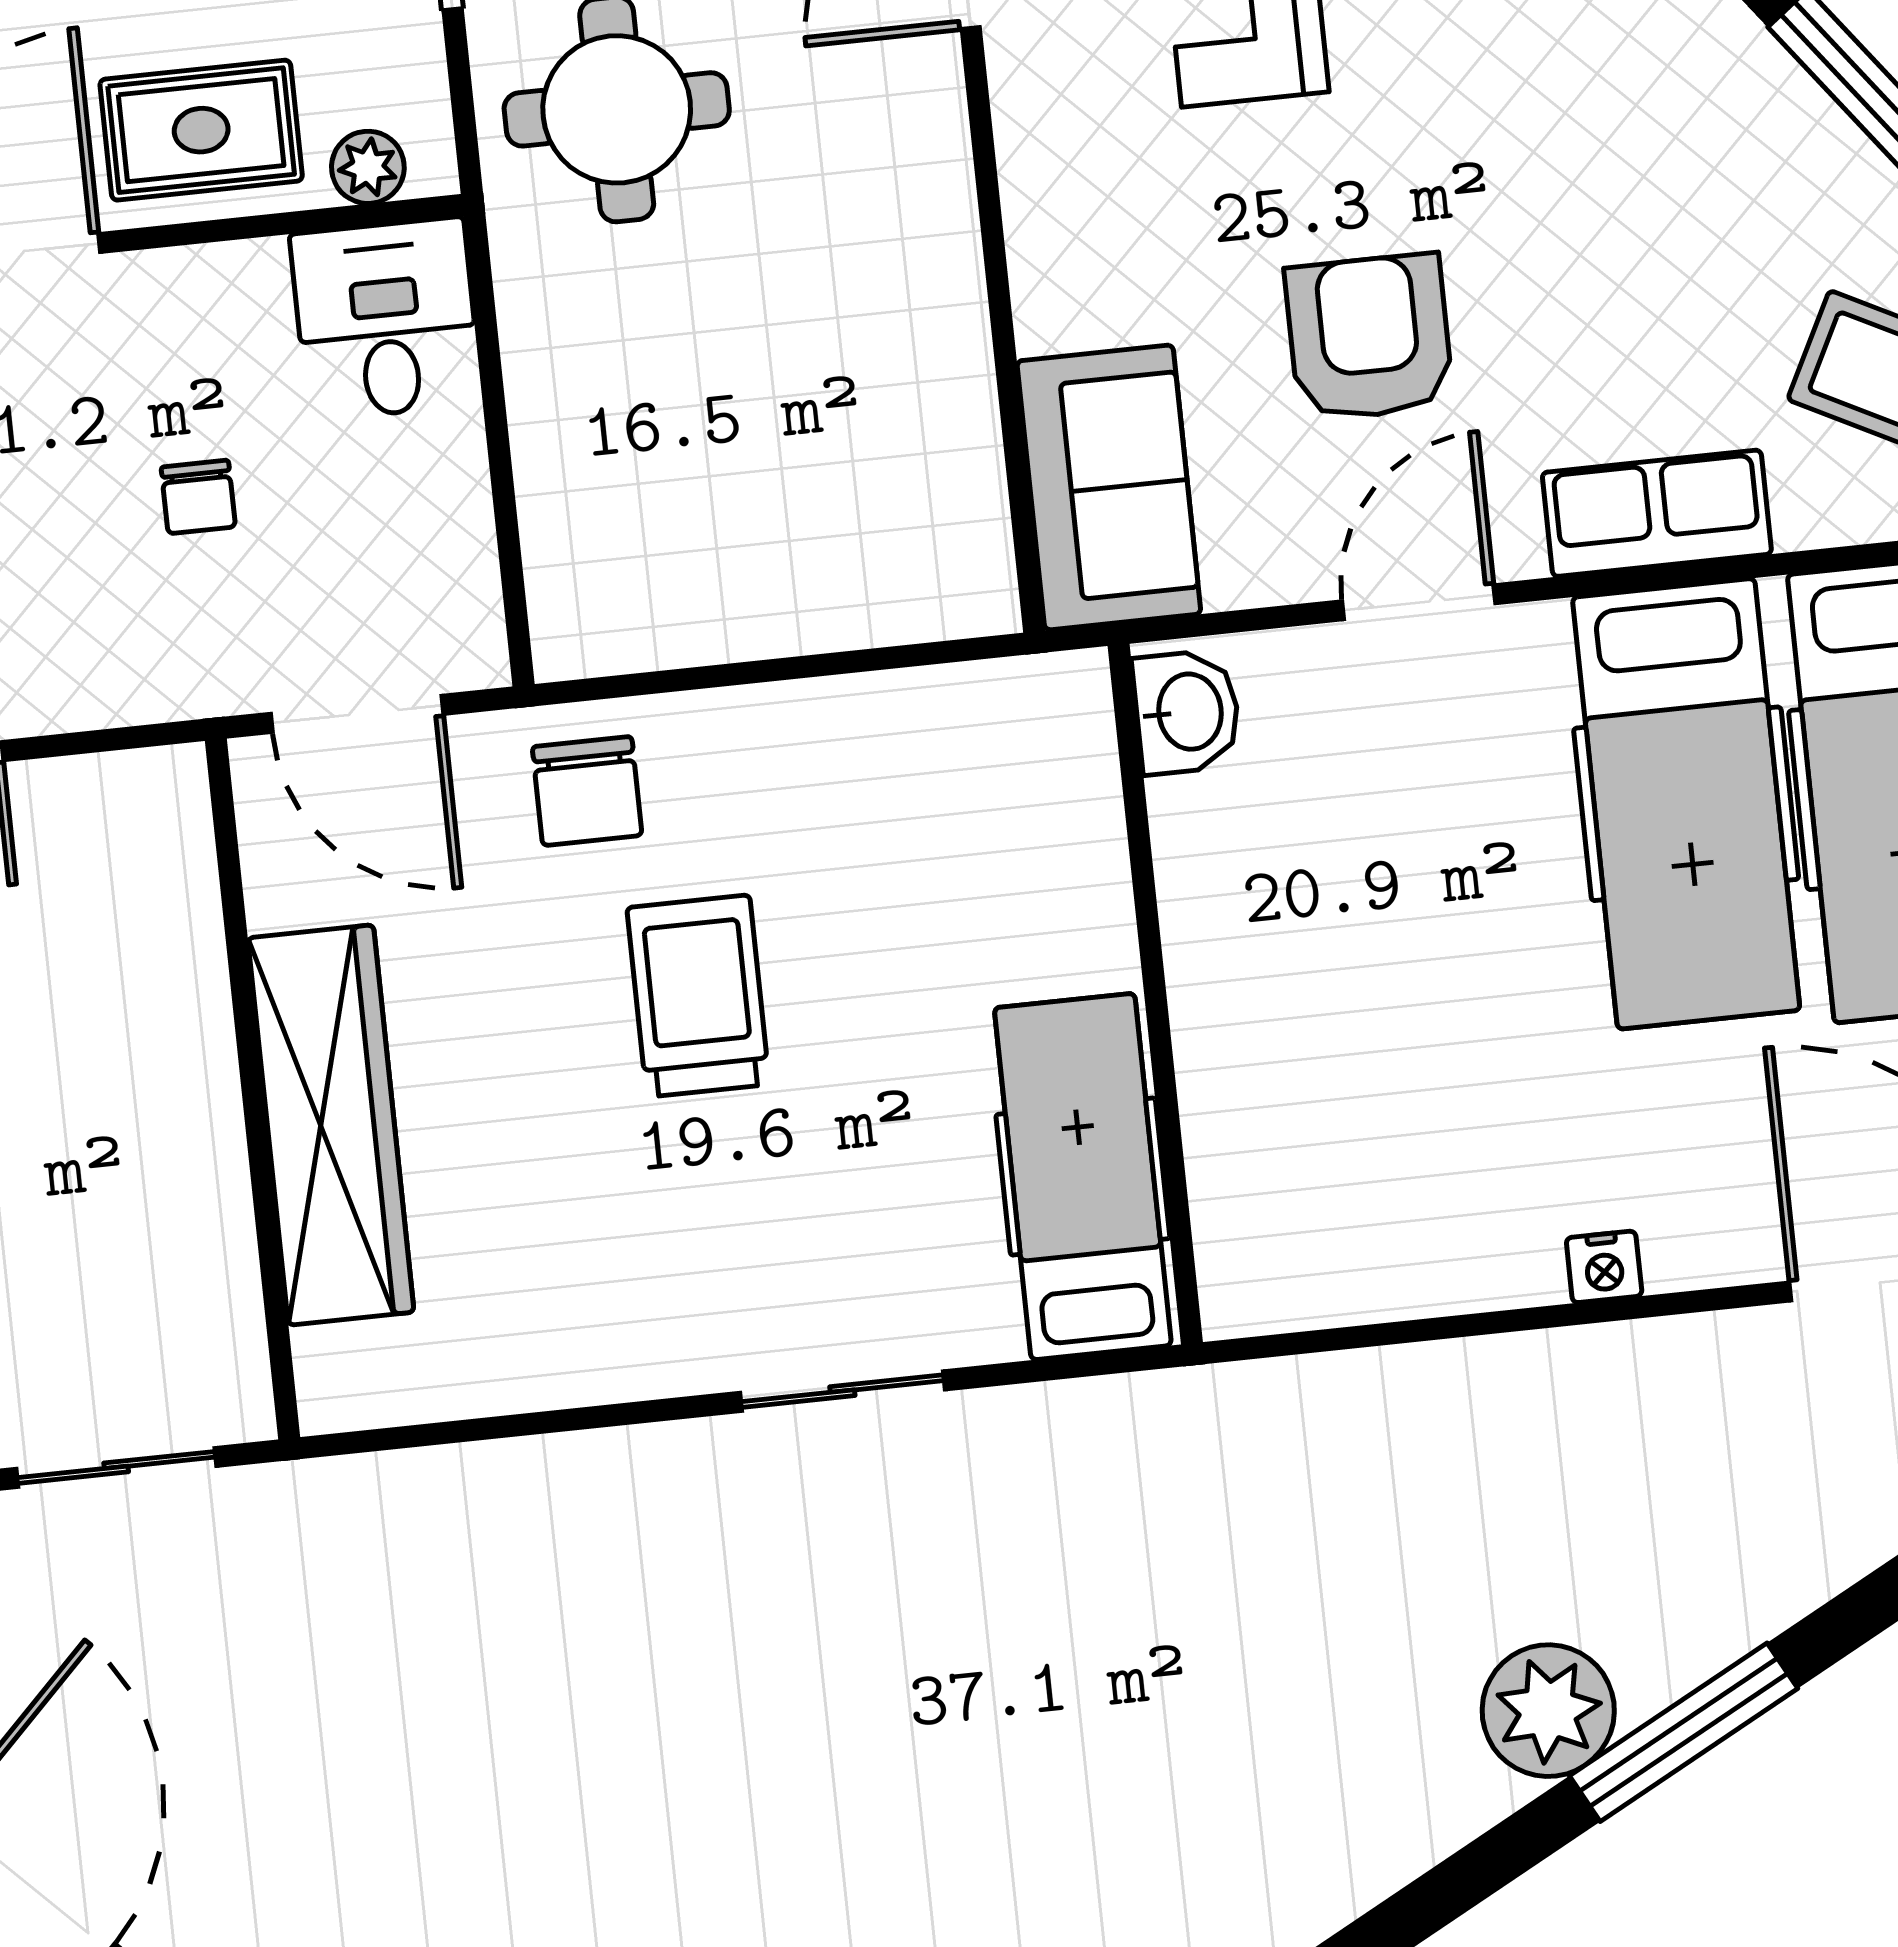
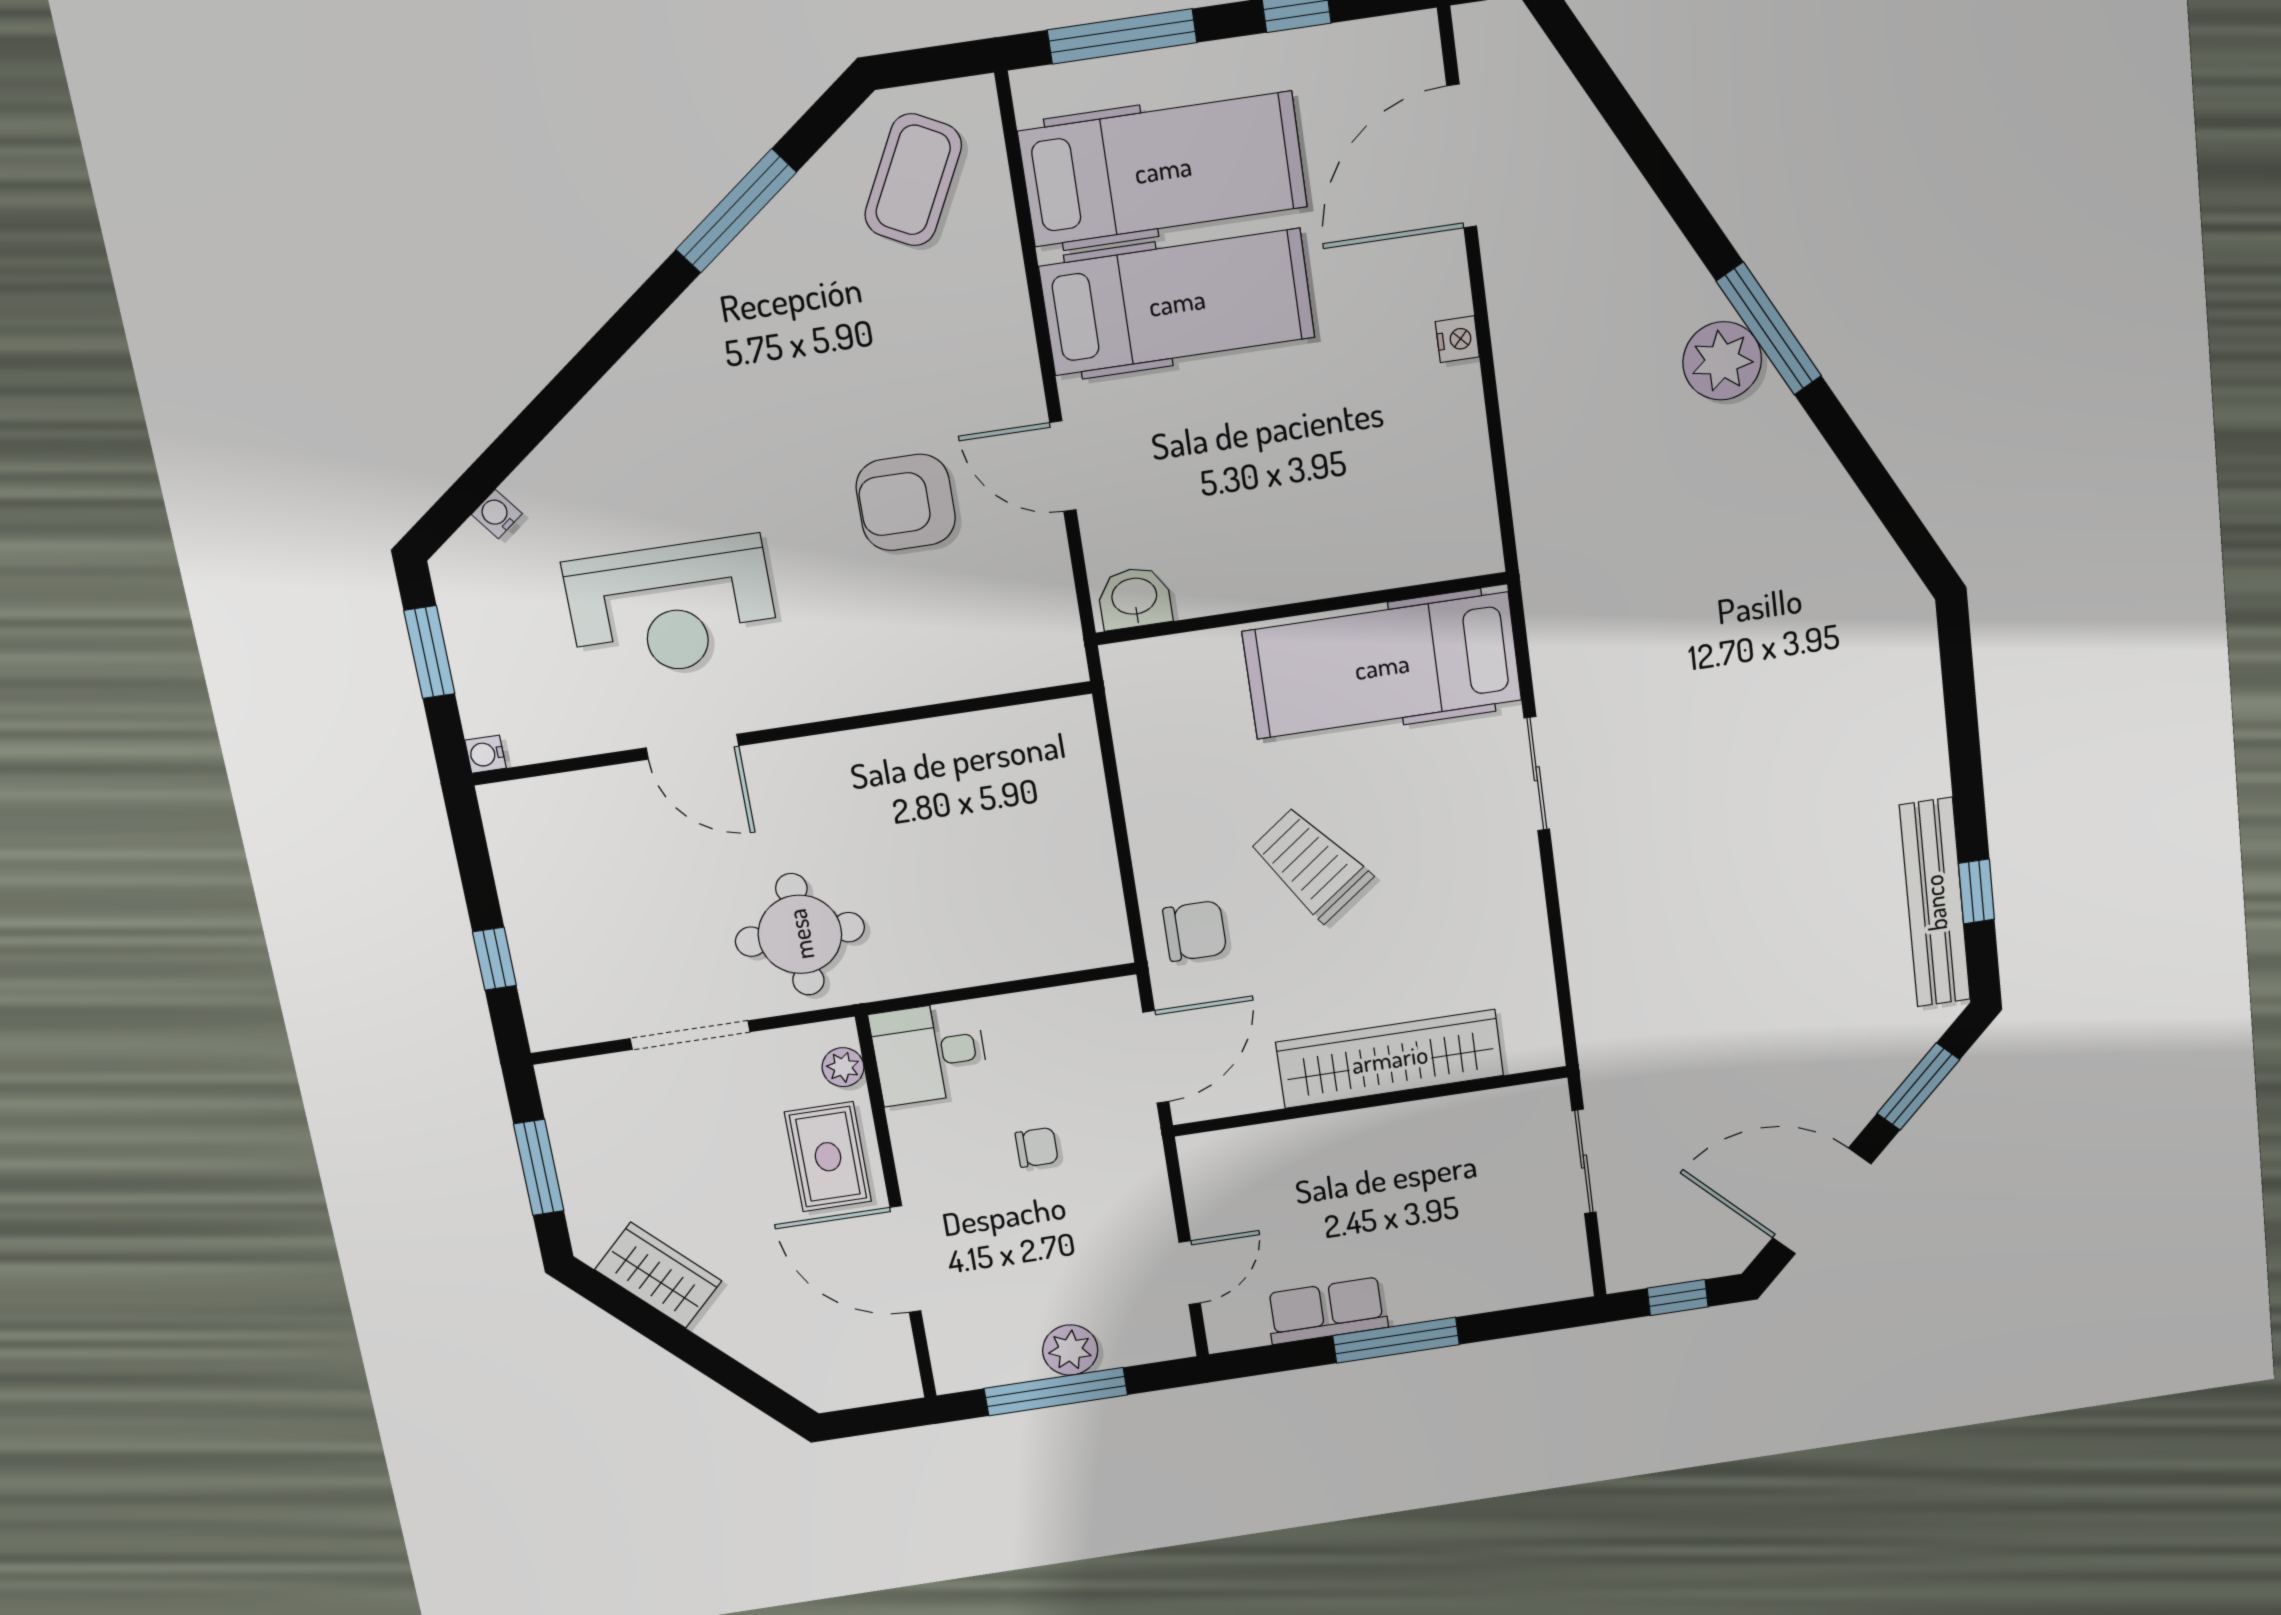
sofa: (1109, 487) -> (1004, 649), removed
row of seats: (1657, 513) -> (1002, 327), removed
trolley: (698, 996) -> (1311, 864), turned 53
hospital bed: (1083, 1177) -> (1382, 666), width x1.37, depth x1.29
window: (1684, 1732) -> (1769, 329), moved

